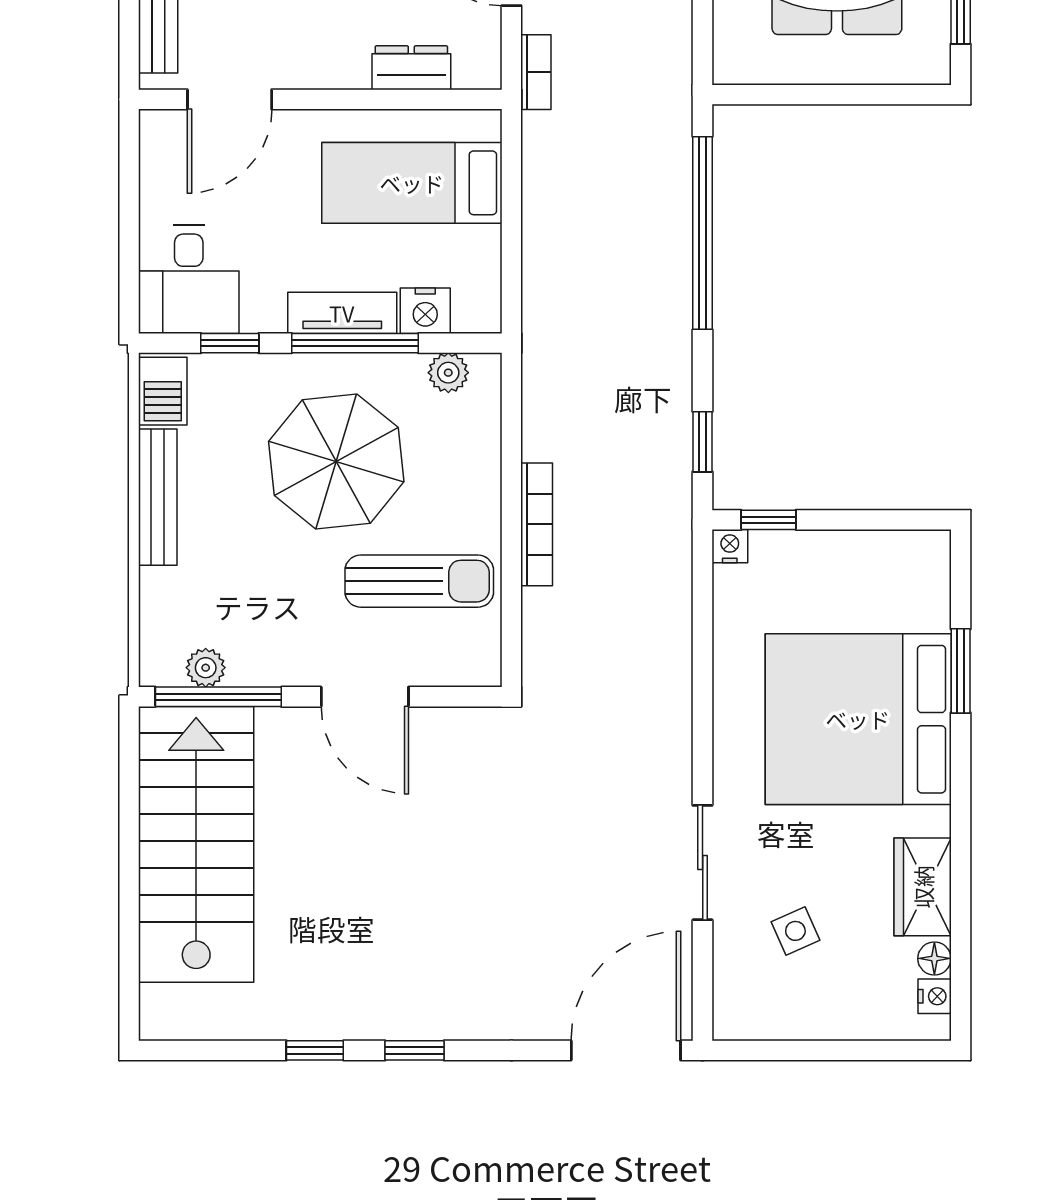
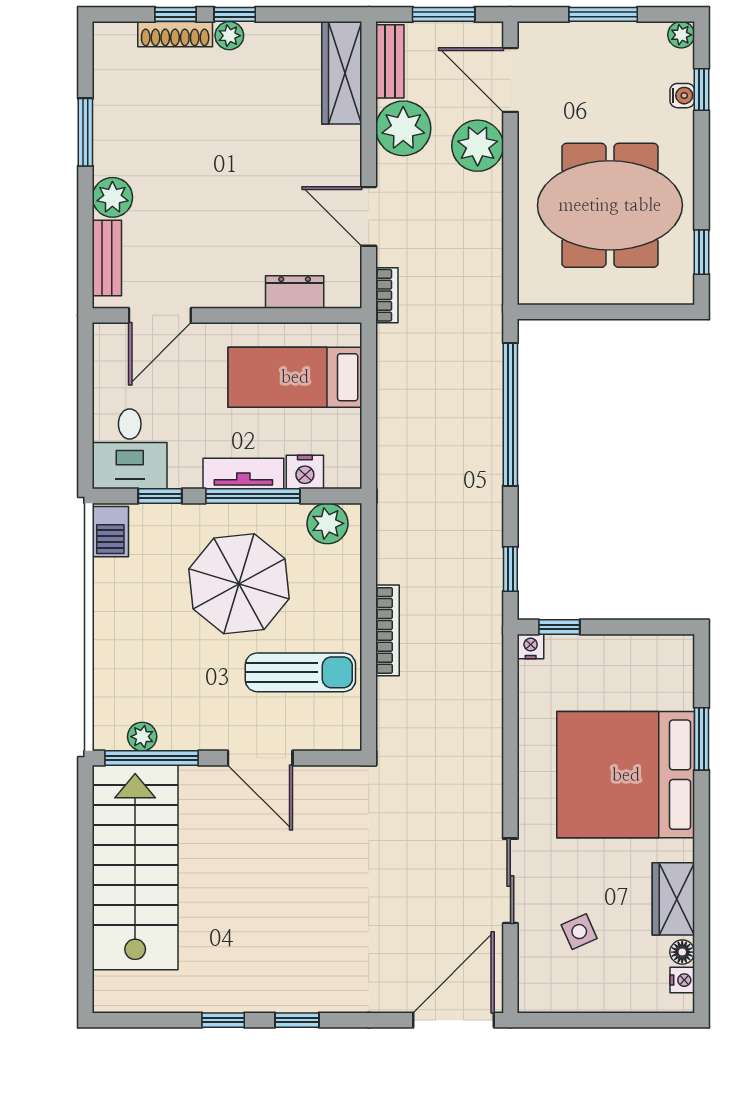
plant: (448, 373) -> (327, 523), width x1.38, depth x1.38
bench: (158, 497) -> (107, 610), removed

